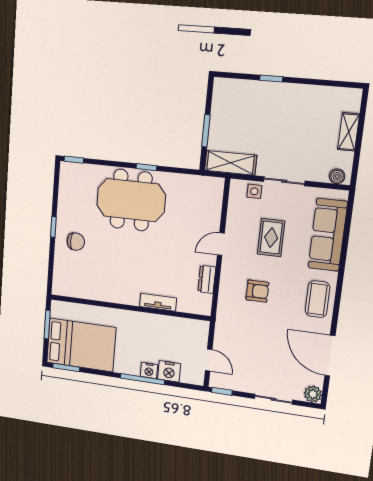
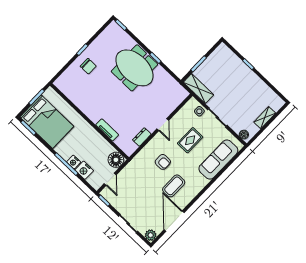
door: (221, 244) -> (163, 125), swing flipped
coffee table: (318, 299) -> (174, 186), moved
floor lamp: (197, 331) -> (116, 160), added

